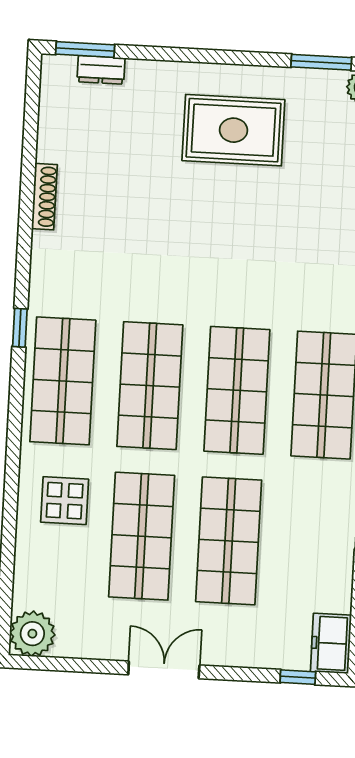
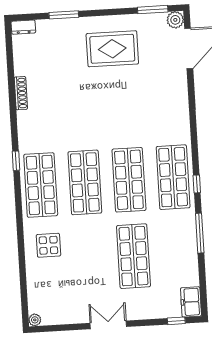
window: (85, 49) -> (64, 15), moved
dresser: (101, 70) -> (23, 27), moved
shop shelf: (142, 536) -> (89, 259), removed
plant: (32, 634) -> (35, 320), width x0.53, depth x0.53

